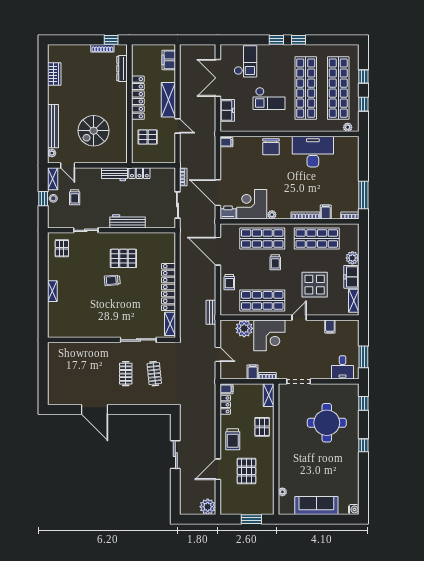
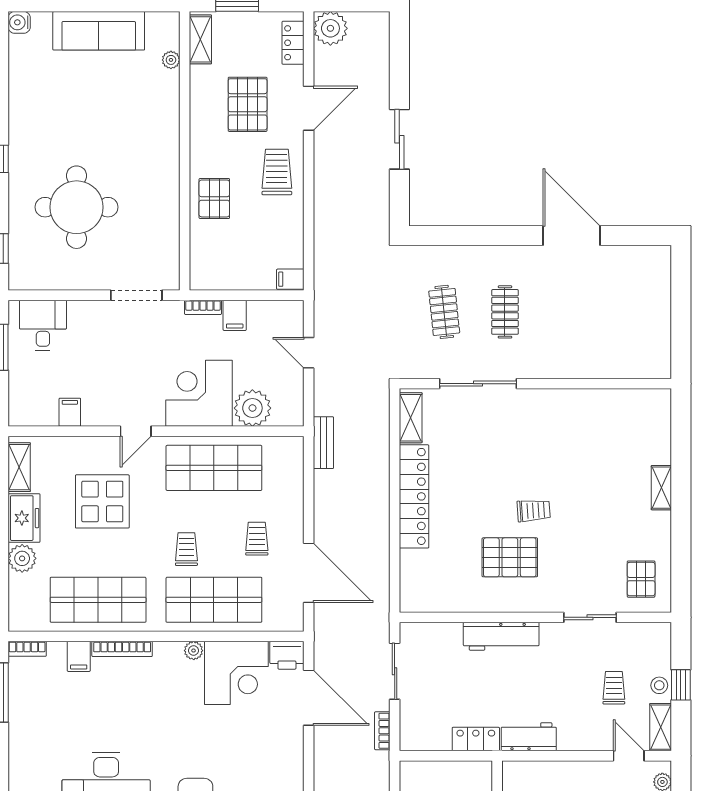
trolley: (229, 282) -> (257, 539), moved
shelving: (269, 395) -> (200, 39), moved
locker: (225, 405) -> (293, 43), moved

